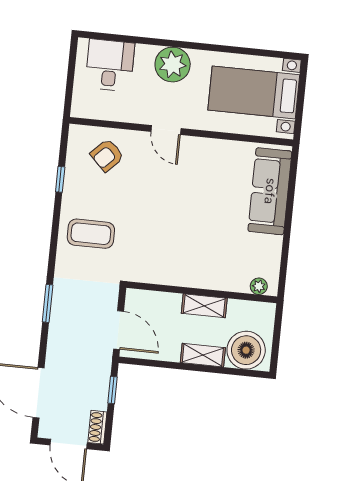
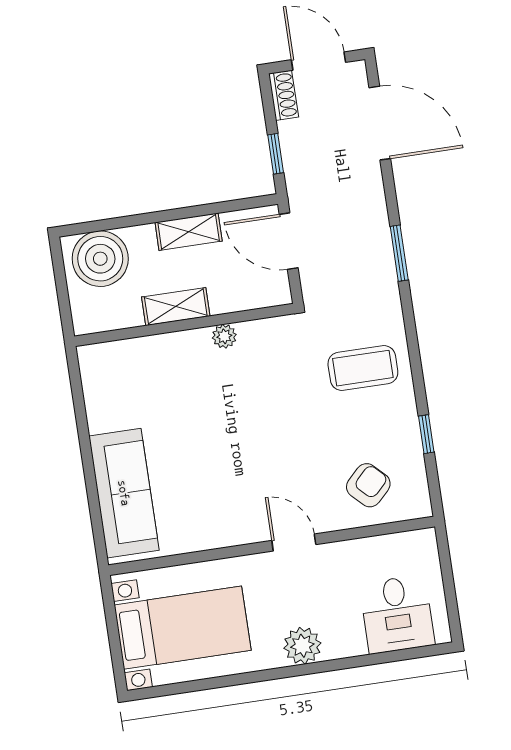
plant: (173, 65) -> (302, 646), width x0.73, depth x0.73
plant: (259, 286) -> (224, 336), moved
shelving: (203, 355) -> (189, 232), moved

